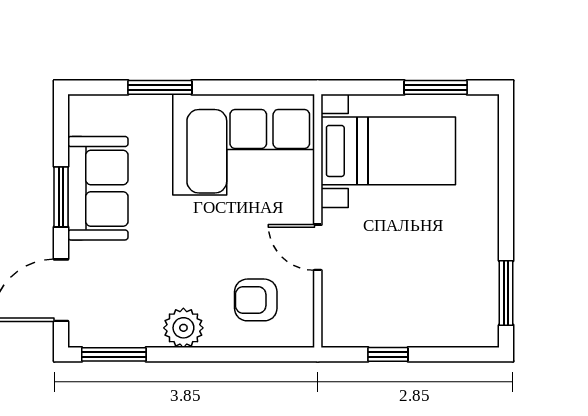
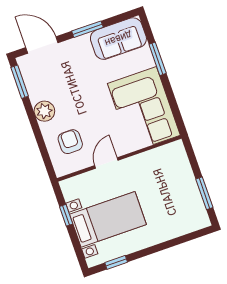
bed with nightstands: (388, 151) -> (108, 219), moved, turned -90
sofa: (98, 188) -> (118, 39), moved
window: (506, 293) -> (116, 262), width x0.67

